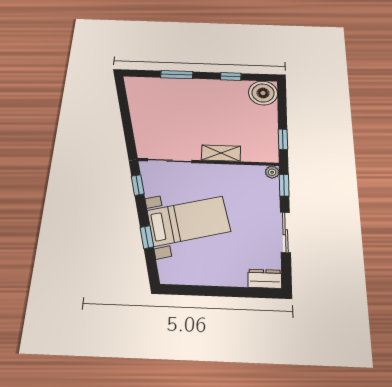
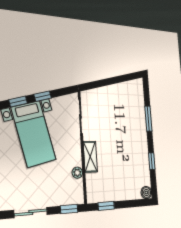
boiler: (263, 93) -> (146, 193), width x0.54, depth x0.54
plant: (272, 172) -> (77, 173), moved
window: (138, 185) -> (43, 96), moved

